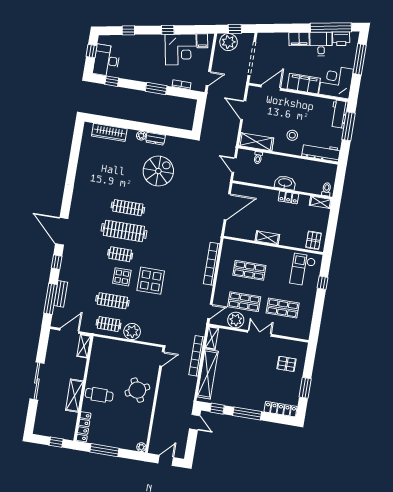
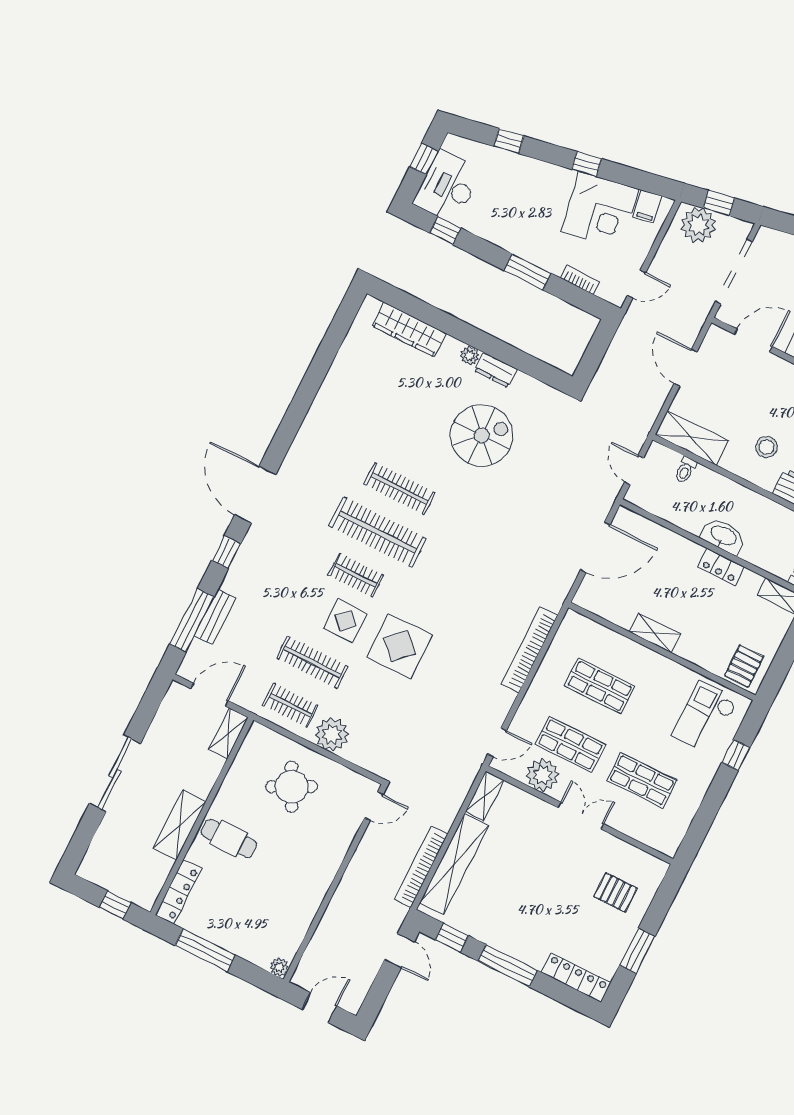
bookcase: (197, 356) -> (421, 867), moved
round table: (137, 390) -> (291, 787), moved

